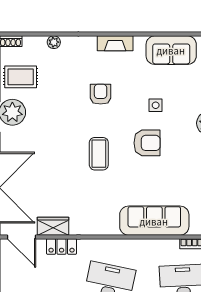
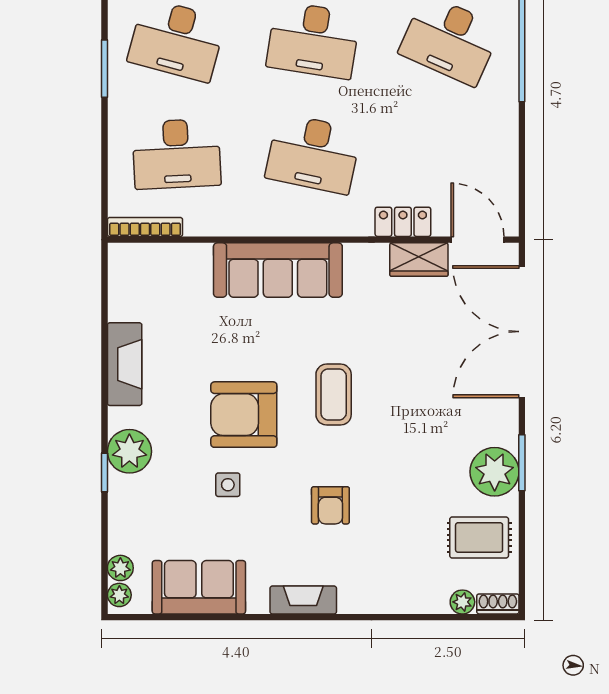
plant: (54, 42) -> (462, 602), moved
armchair: (147, 143) -> (244, 415), width x1.36, depth x1.36
sofa: (154, 221) -> (278, 270), moved

